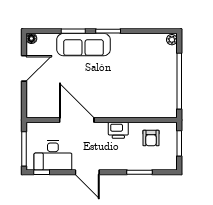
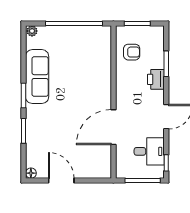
sofa: (84, 45) -> (37, 77), moved
printer: (118, 130) -> (156, 79), moved, turned 180
desk: (53, 155) -> (149, 151), width x0.73

